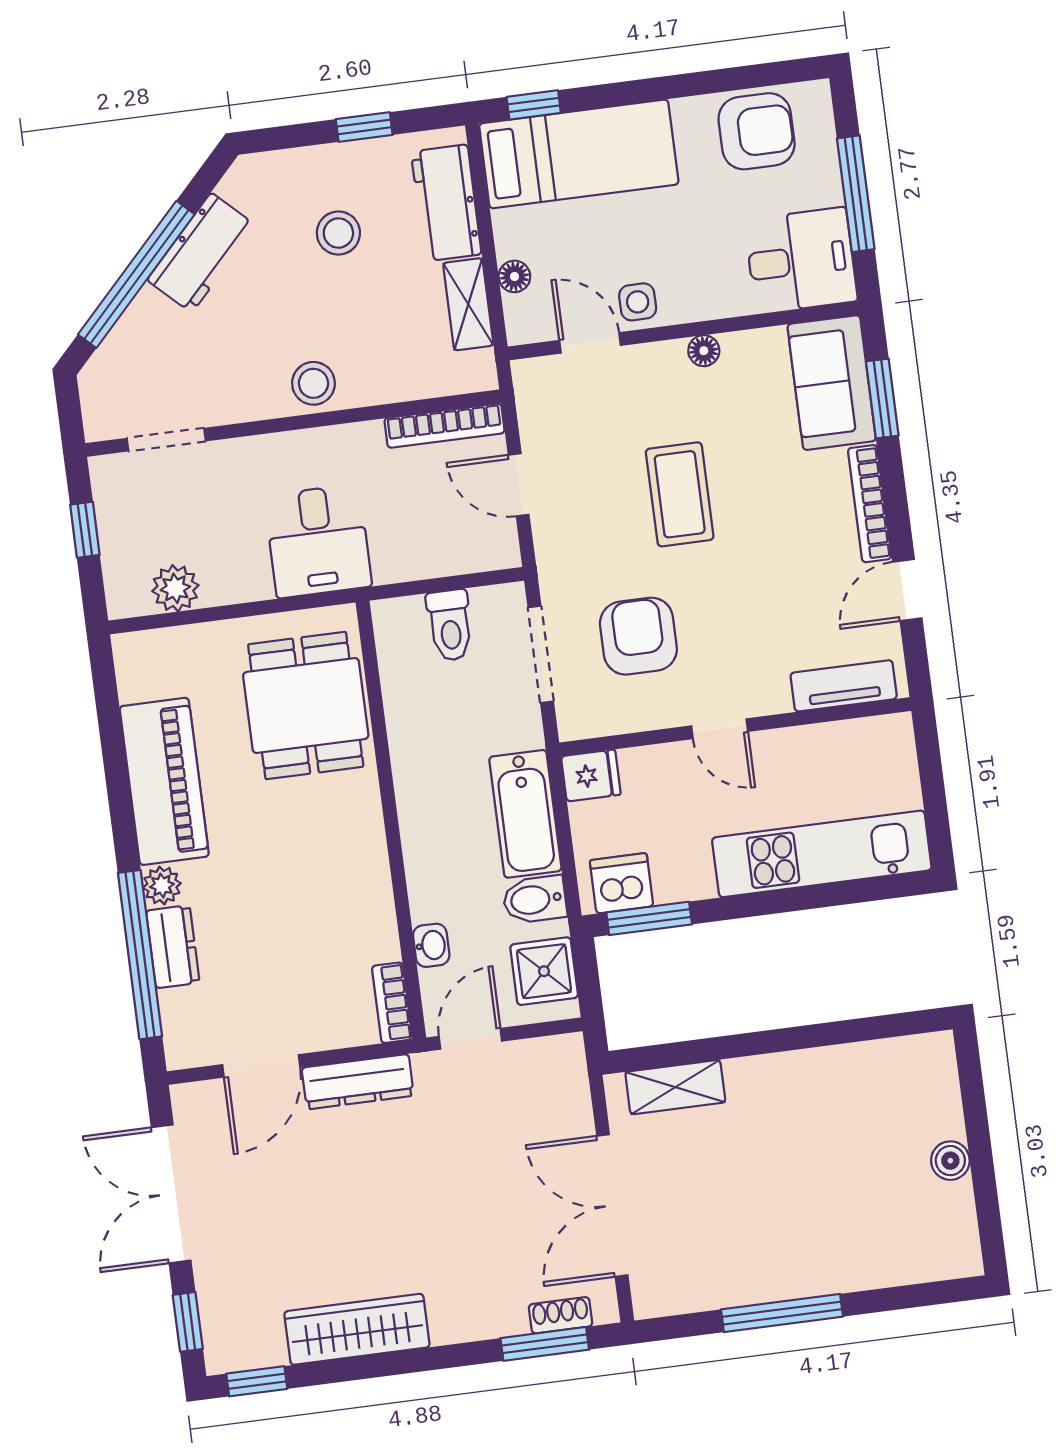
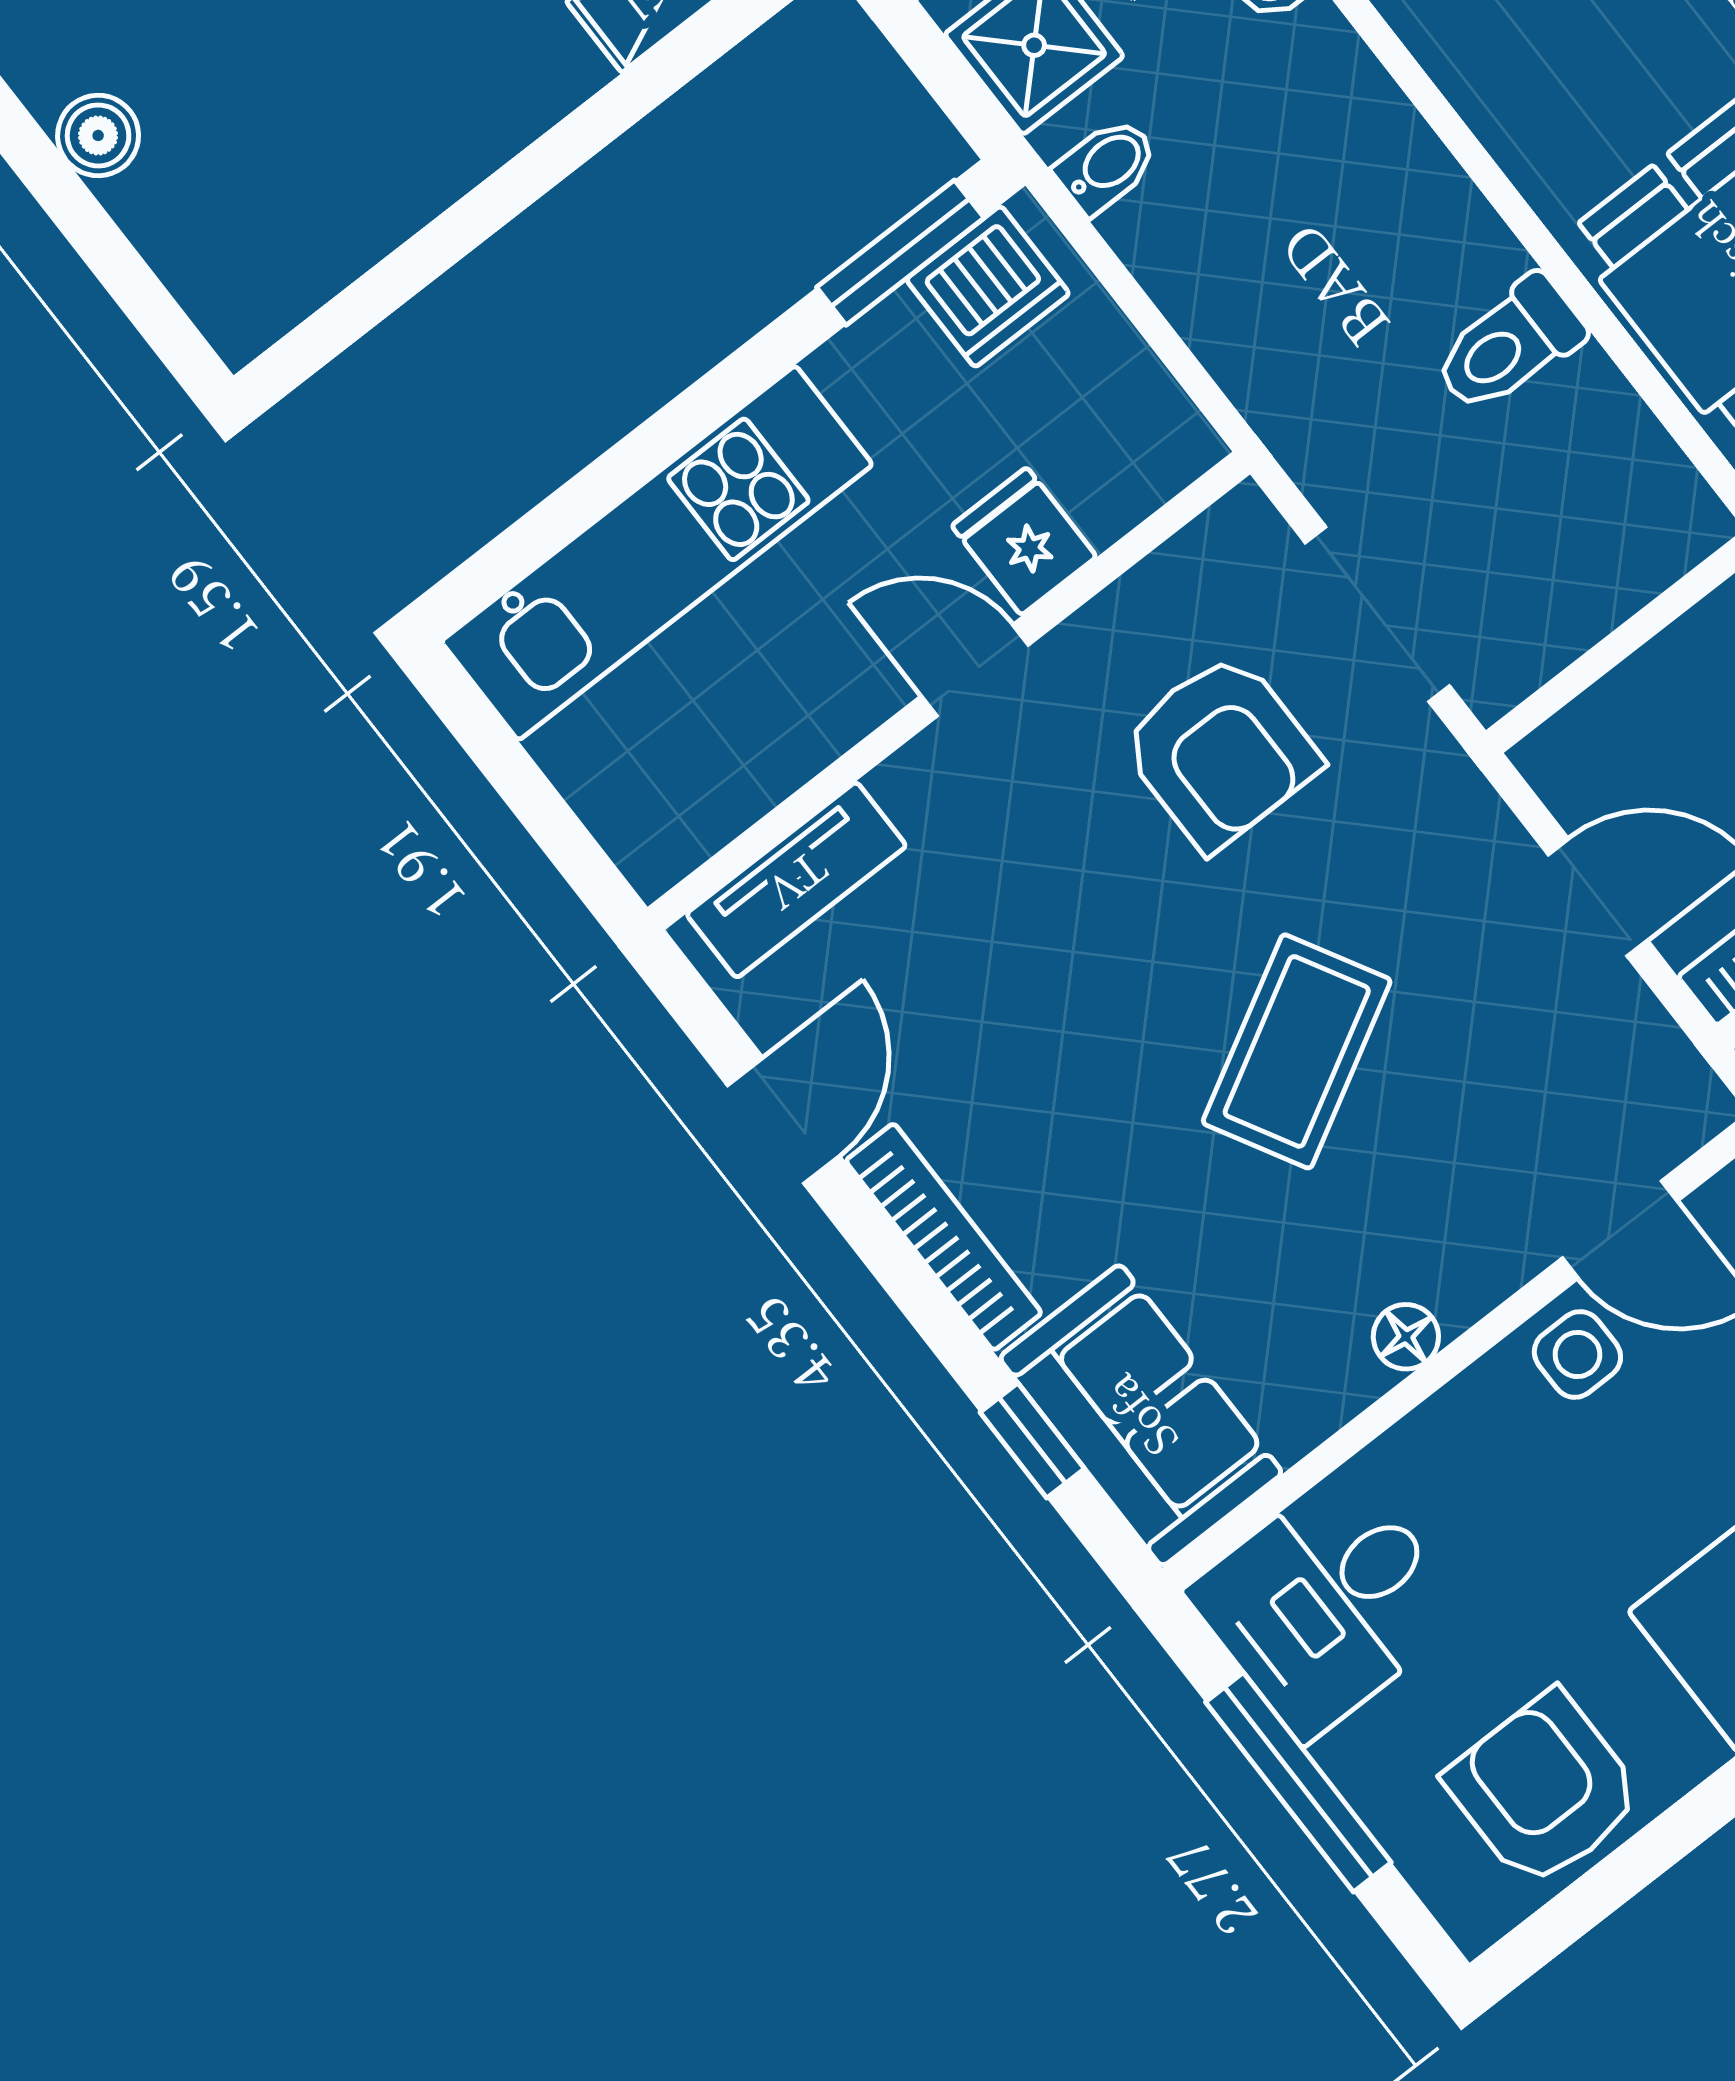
armchair: (757, 131) -> (1544, 1789), turned 90
window: (882, 398) -> (1032, 1440), width x0.67
coffee table: (680, 494) -> (1297, 1051), turned 61
toilet: (450, 625) -> (1509, 345), moved, turned -90
fridge: (591, 775) -> (1024, 541), moved, turned 90
bathtub: (525, 814) -> (1235, 310), removed
bidet: (535, 899) -> (1106, 166), width x0.72, depth x0.74

